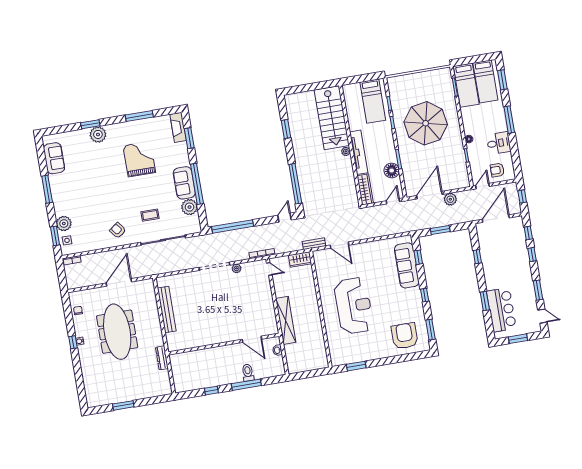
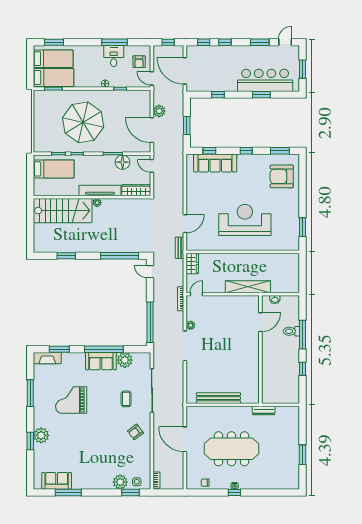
window: (509, 120) -> (114, 42), moved
window: (47, 189) -> (68, 492), moved
bar counter: (501, 310) -> (265, 80), width x1.36

